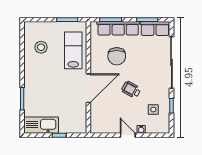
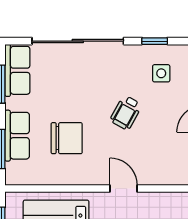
row of seats: (118, 28) -> (17, 136), width x0.68
door: (88, 88) -> (124, 188), width x0.53

